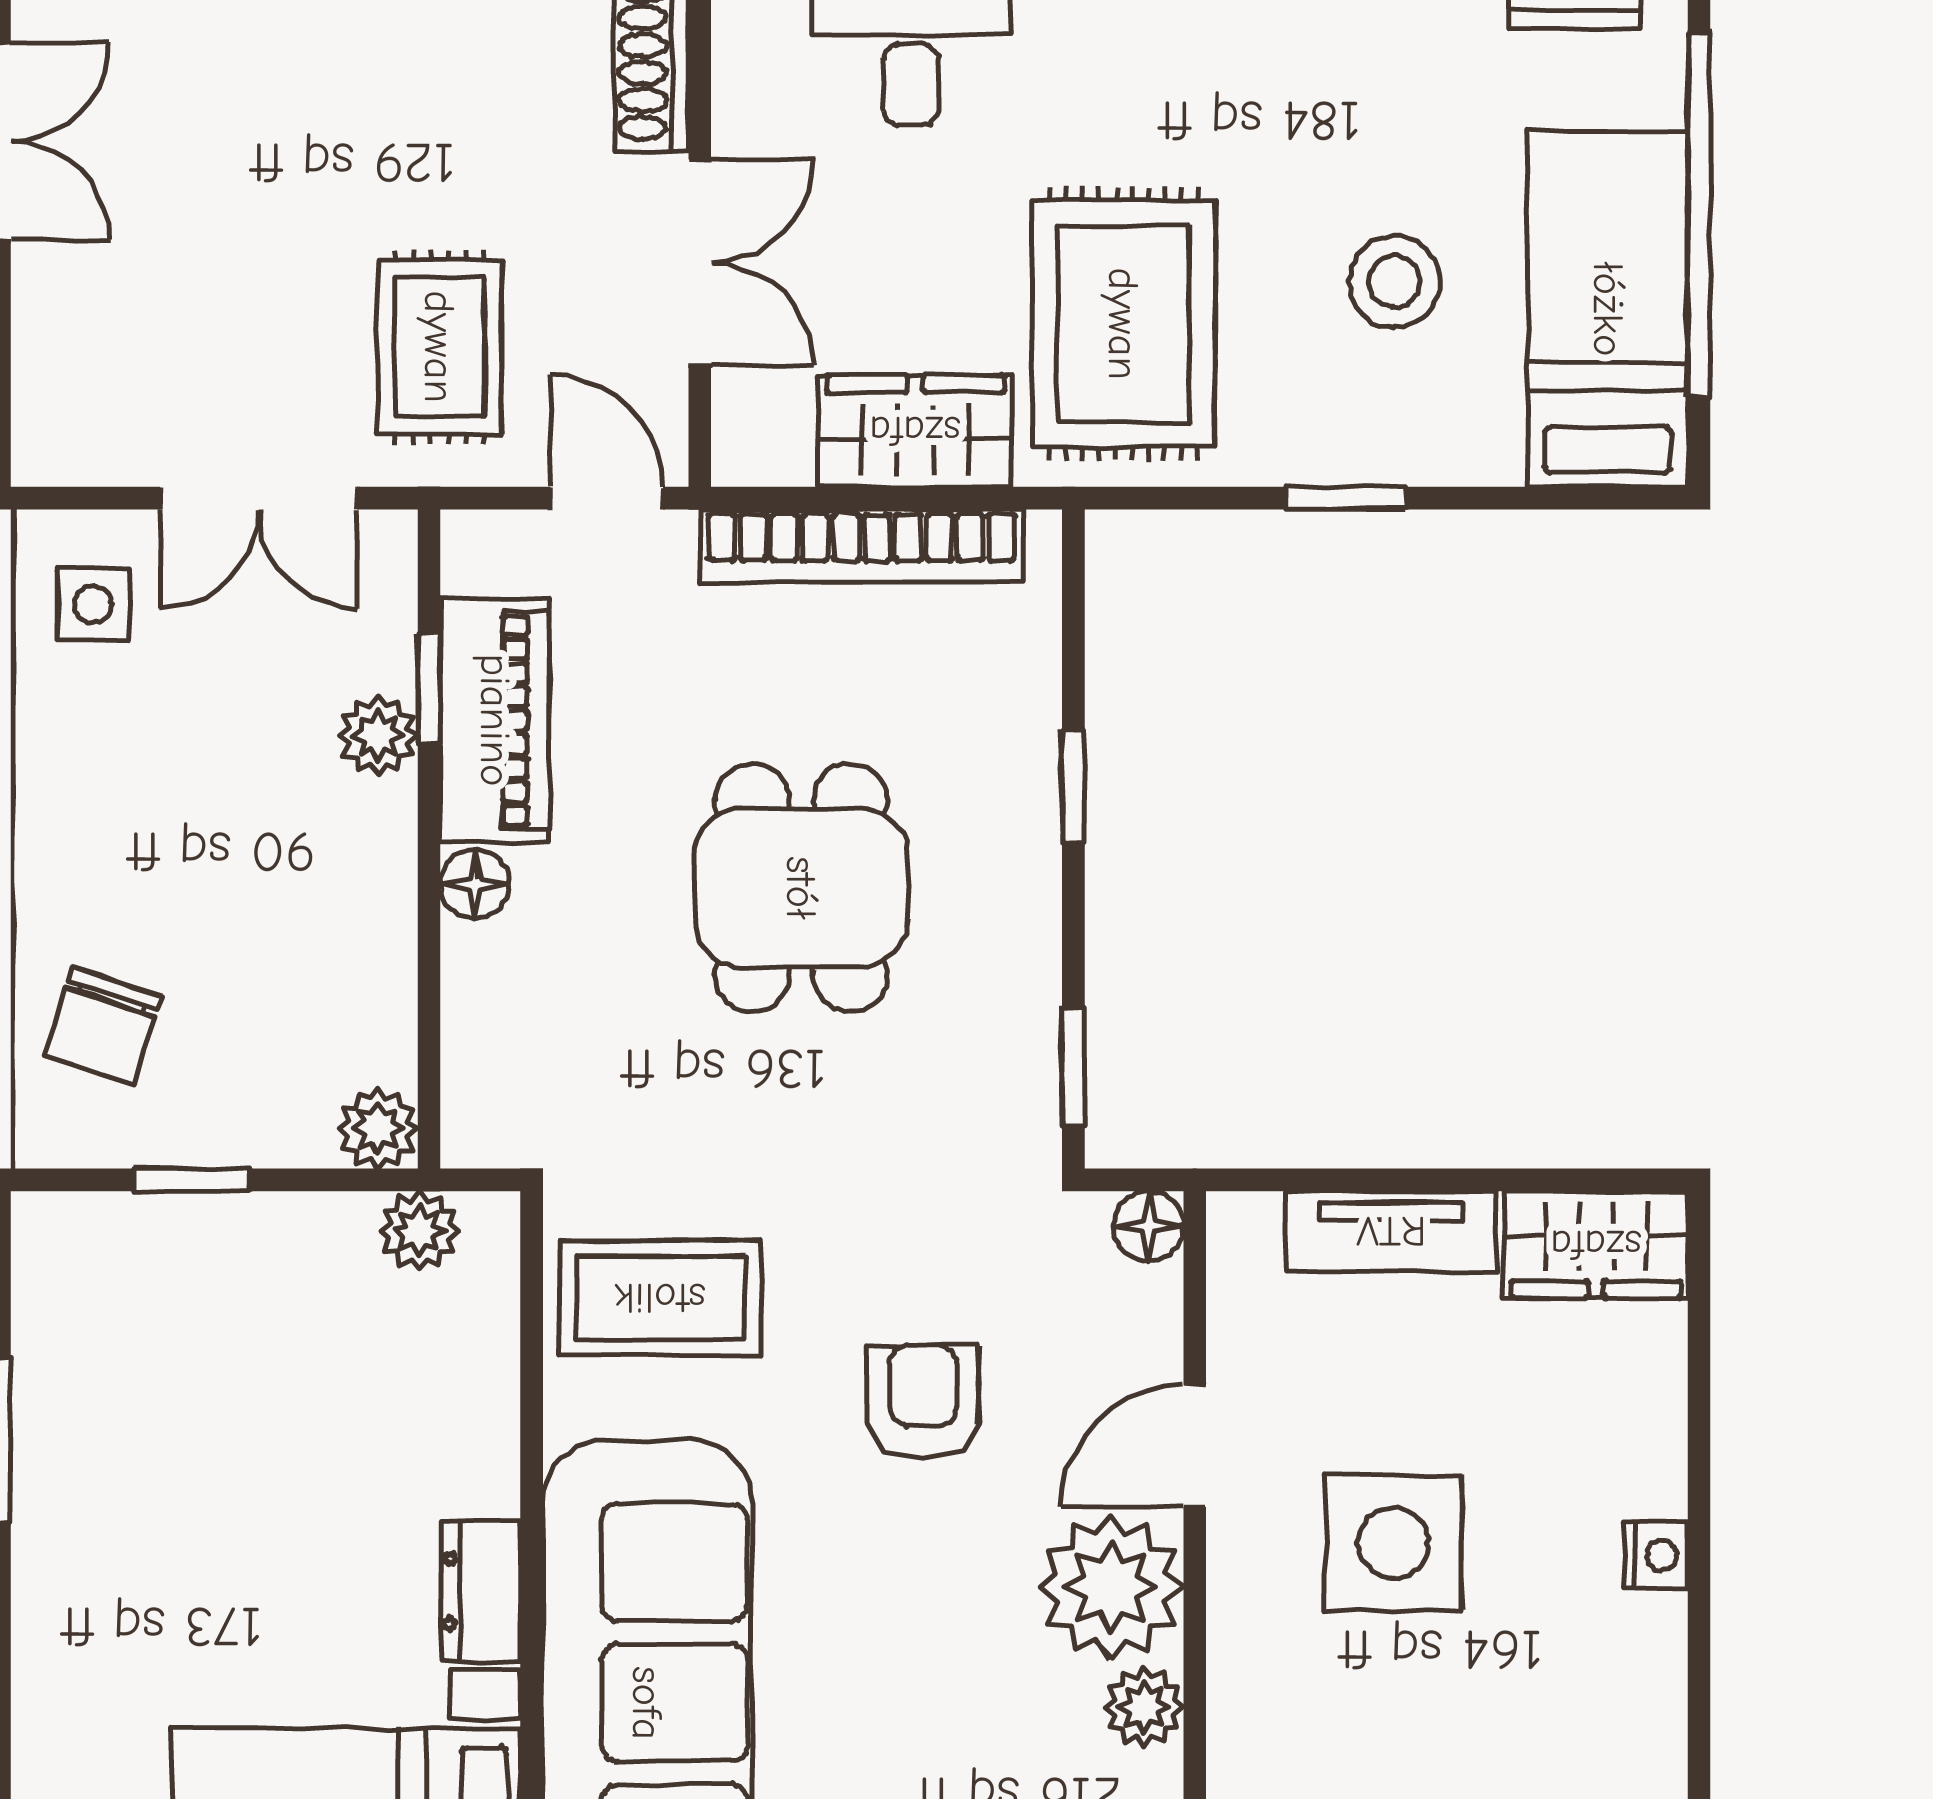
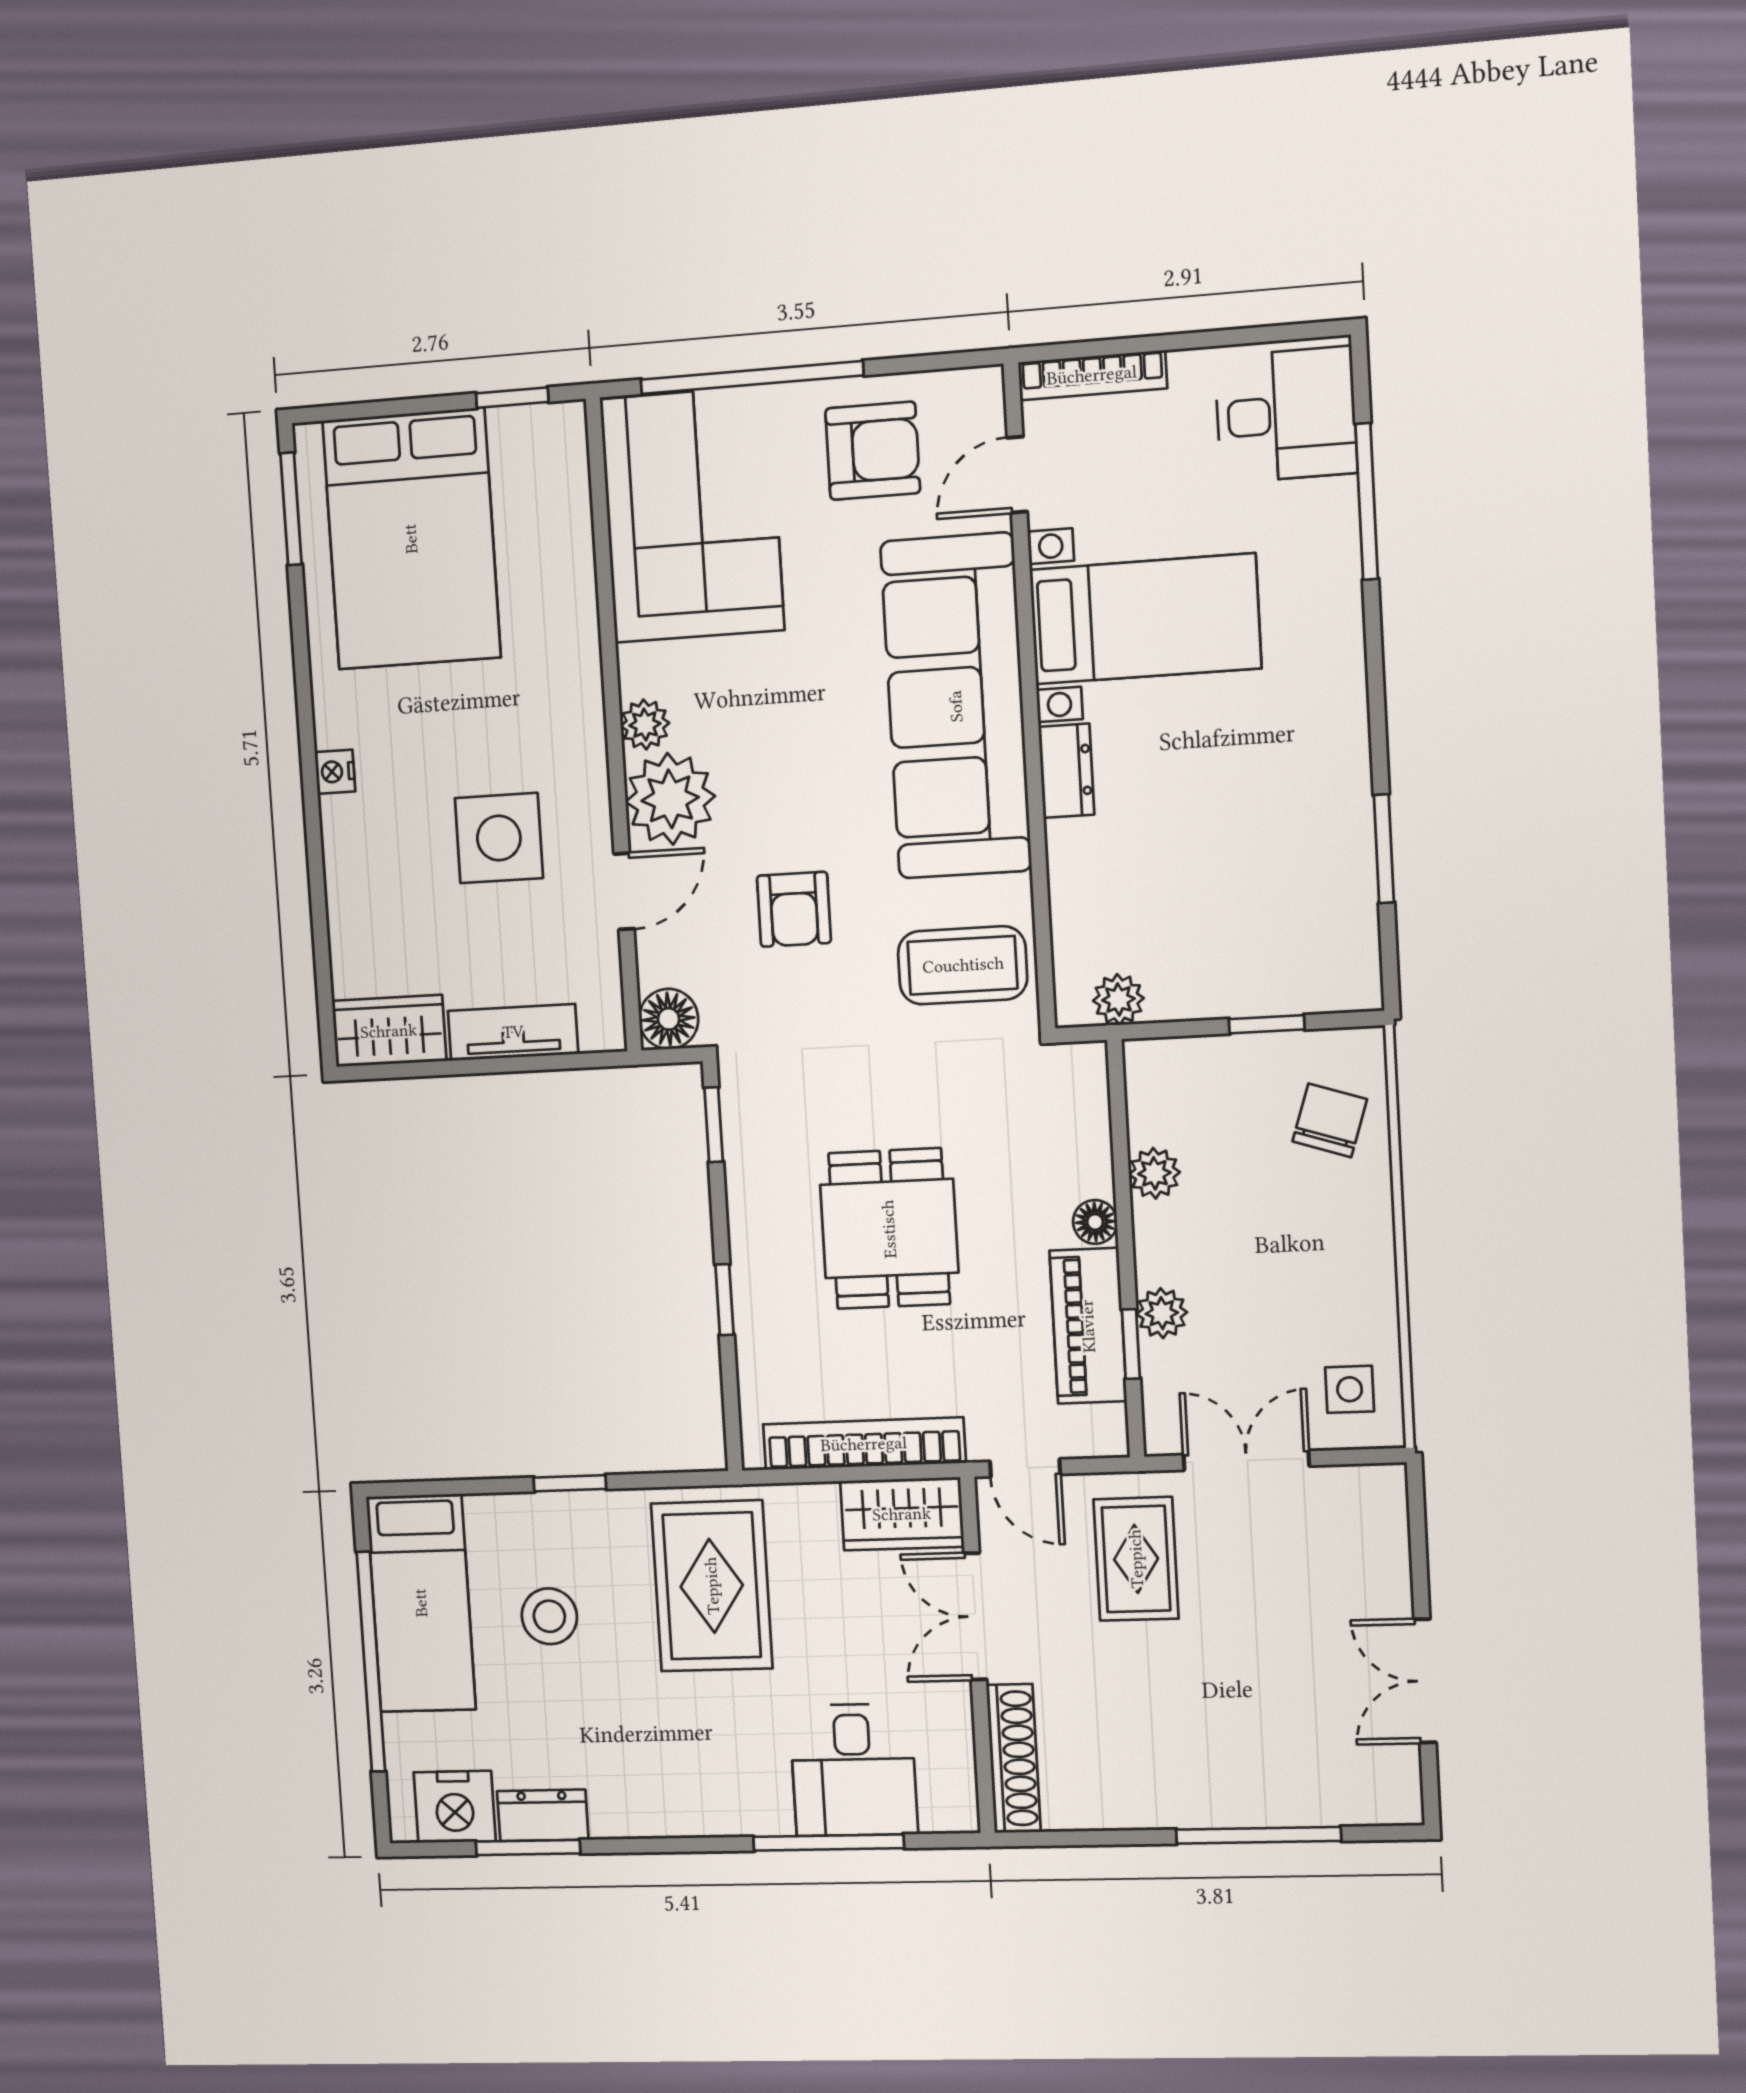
wardrobe: (915, 431) -> (902, 1514), moved
plant: (378, 1129) -> (1154, 1173), moved
floor lamp: (1149, 1226) -> (669, 1019), width x1.37, depth x1.37
nightstand: (1656, 1556) -> (335, 772), moved

